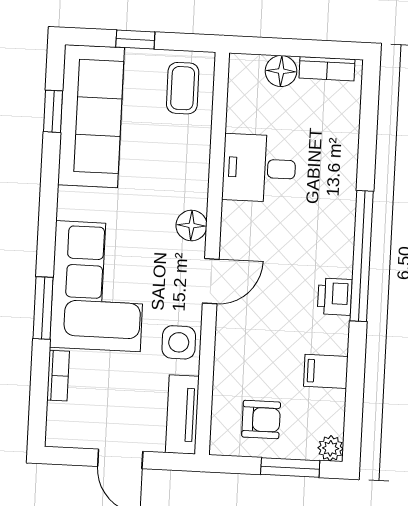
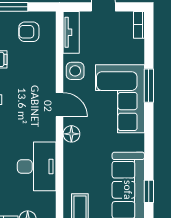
desk: (259, 168) -> (37, 166), width x1.37
door: (211, 281) -> (60, 105), swing flipped
bookcase: (58, 376) -> (139, 25), moved

